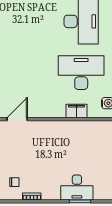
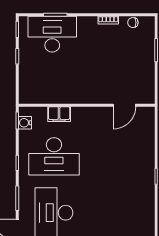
chair: (14, 182) -> (133, 23), moved
desk: (77, 188) -> (52, 34), width x1.36, depth x1.30

